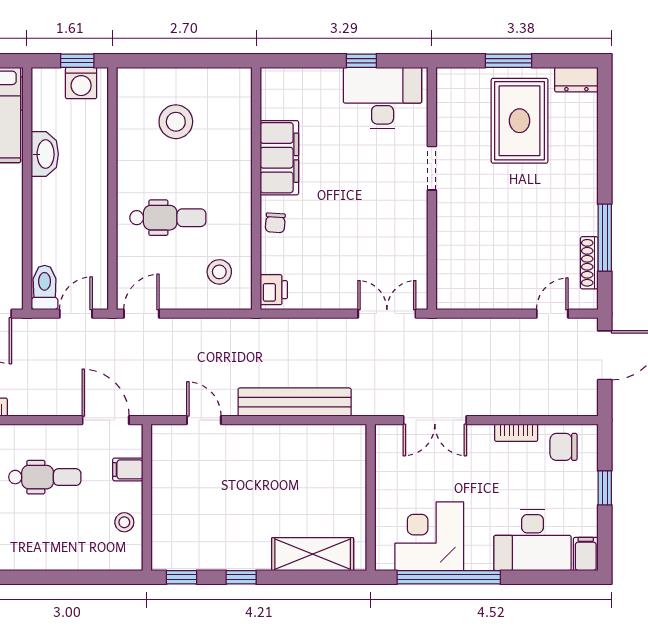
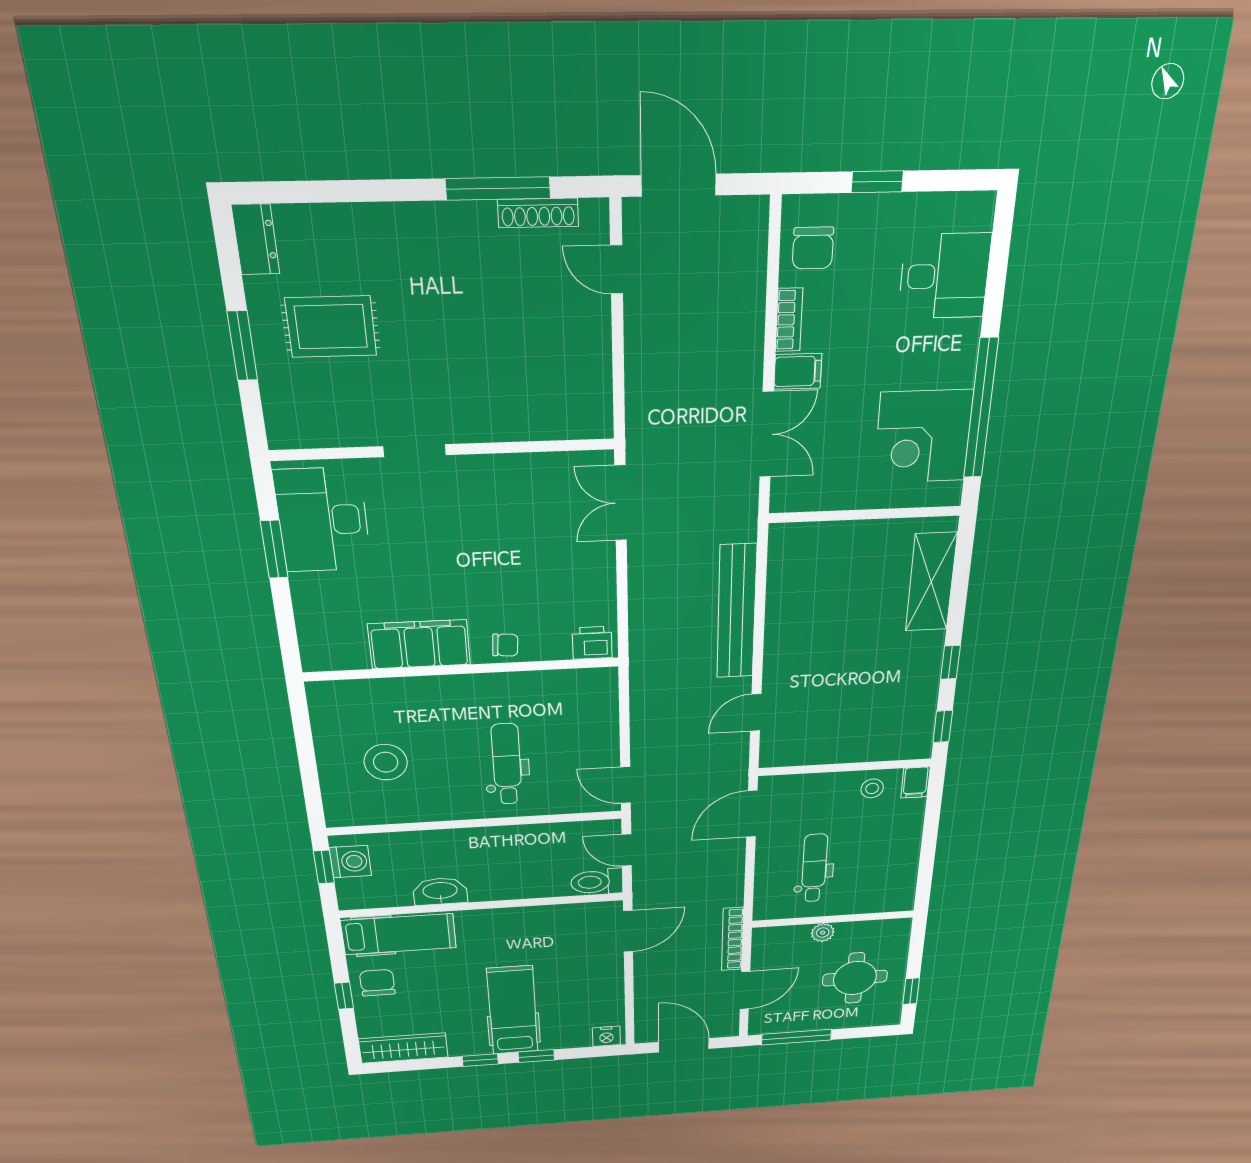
window: (361, 61) -> (274, 549), width x1.50
rug: (520, 121) -> (331, 327), width x0.73, depth x0.70
stool: (219, 272) -> (572, 705), removed
filing cabinet: (128, 469) -> (915, 782), moved
desk: (533, 540) -> (945, 276), width x0.73
filing cabinet: (586, 554) -> (798, 371), moved, turned 180

